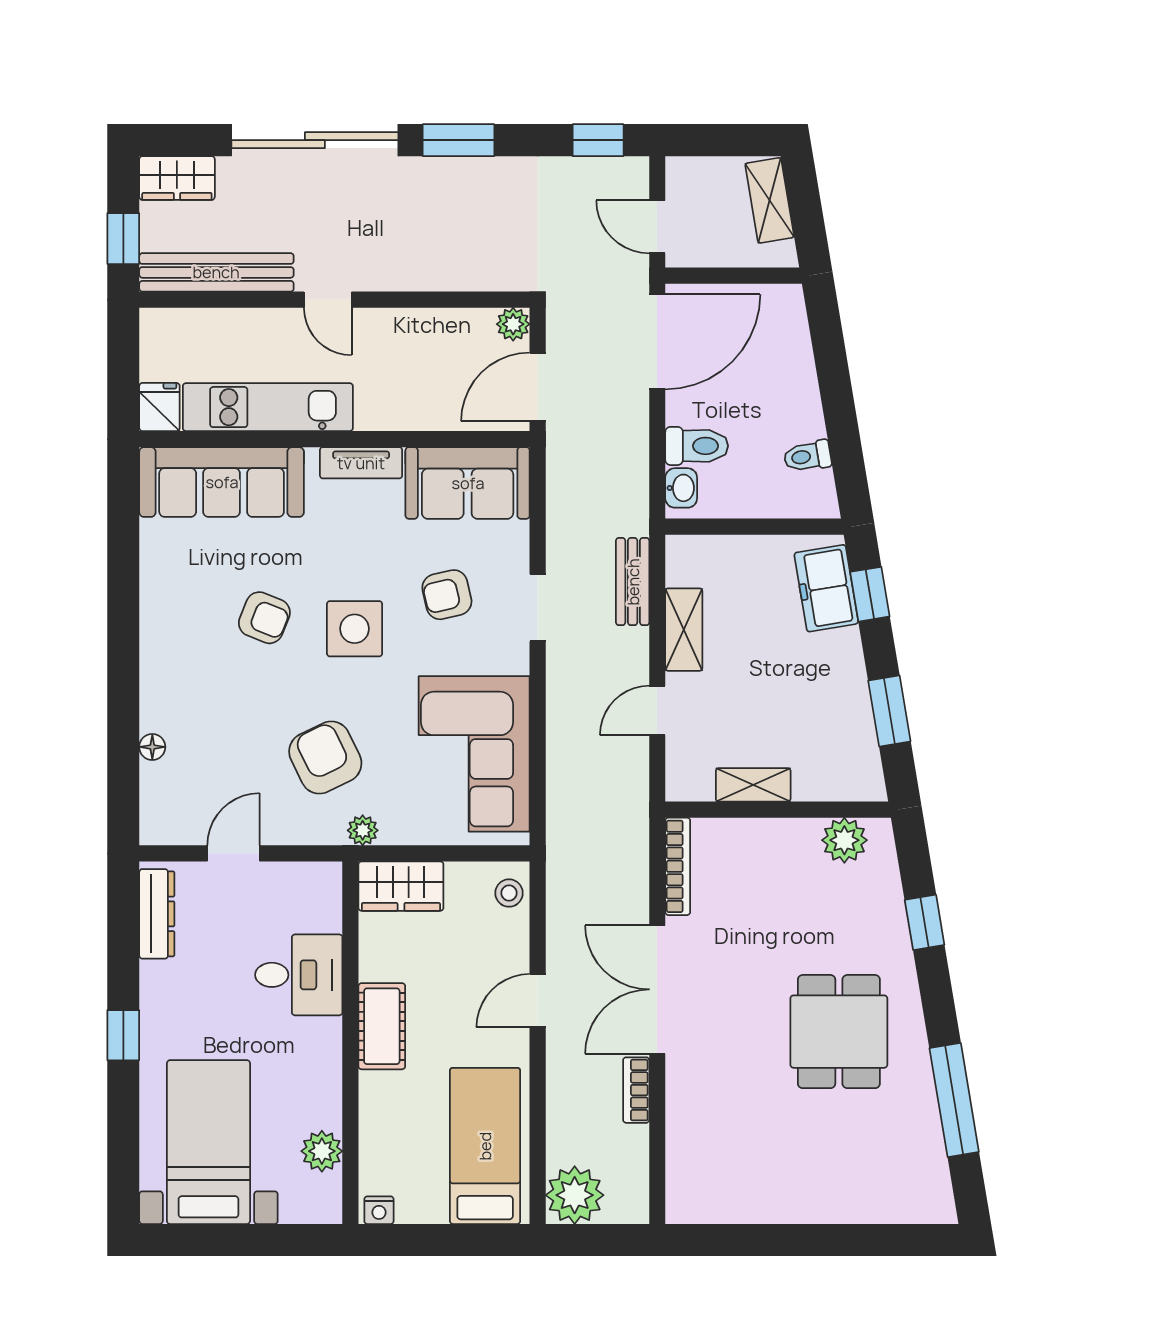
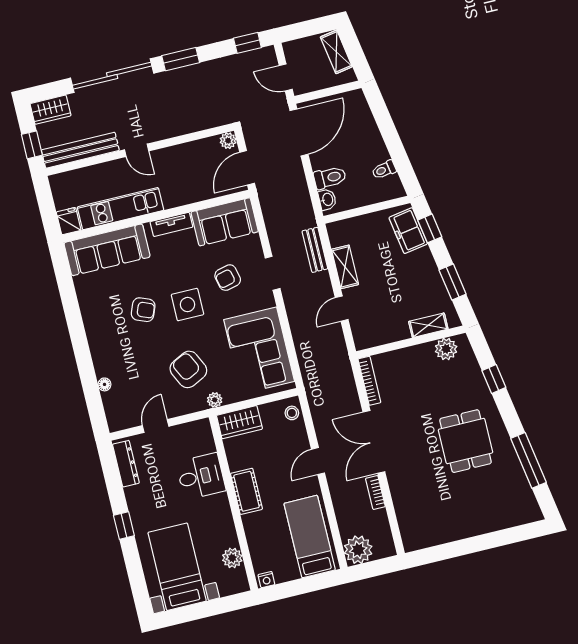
shelving: (753, 785) -> (428, 325), moved

